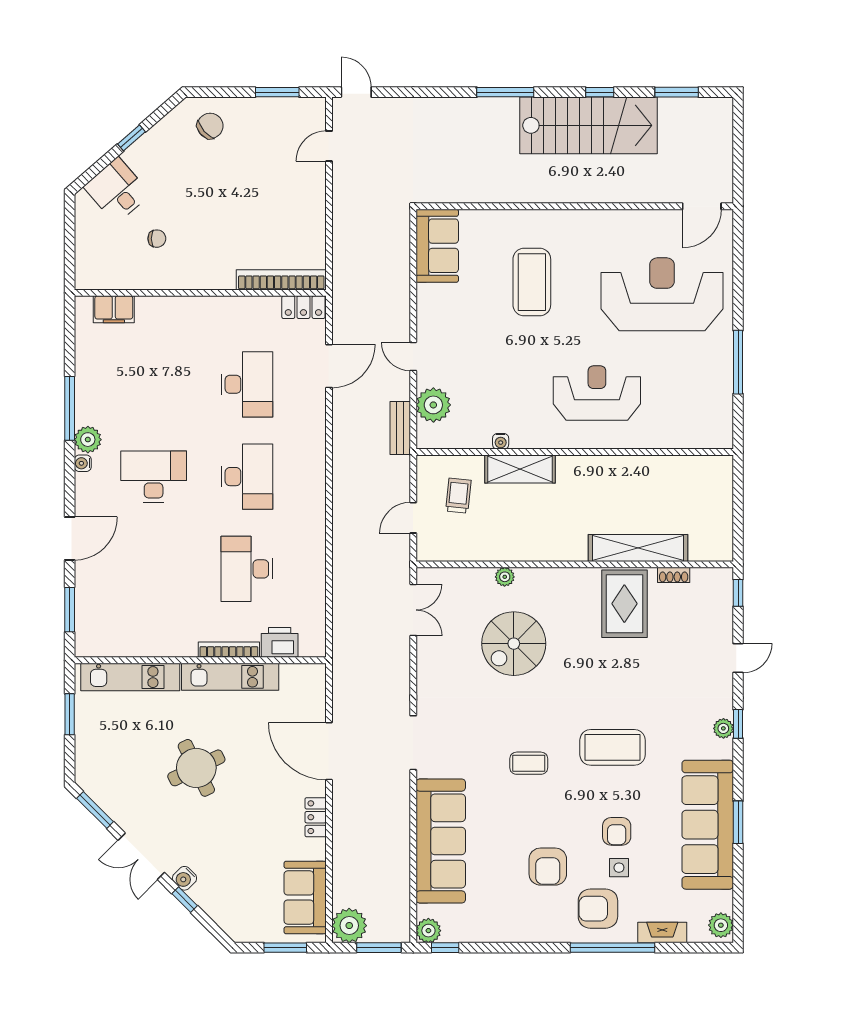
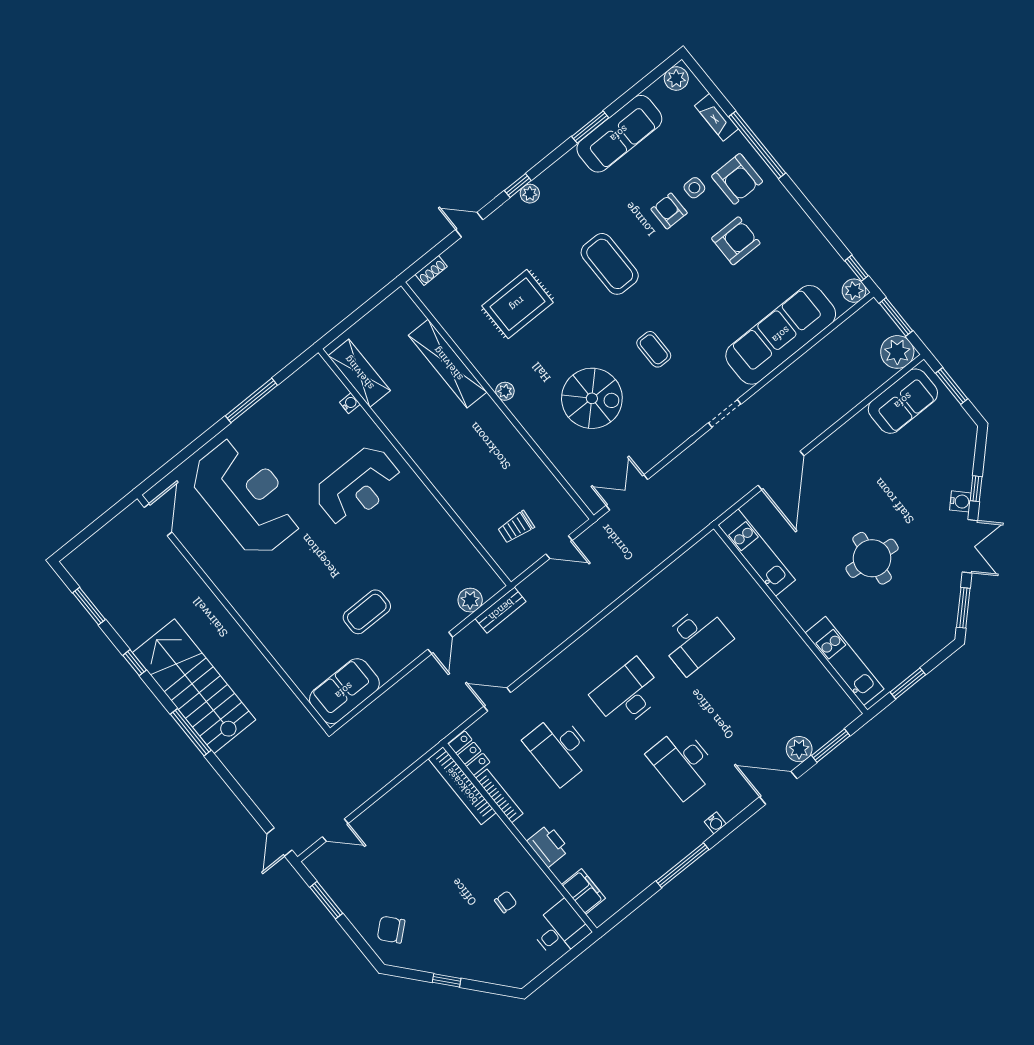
stairs: (589, 125) -> (194, 686), moved
desk: (117, 190) -> (560, 930), moved, turned -139
door: (702, 206) -> (158, 520), hinge flipped
chair: (157, 239) -> (506, 902), turned 93
coffee table: (532, 282) -> (367, 612), moved, width x0.73, depth x0.76
reception desk: (662, 294) -> (247, 497), turned 180
door: (329, 366) -> (497, 699), width x0.73
desk: (247, 384) -> (560, 749), turned -90
reception desk: (597, 393) -> (358, 486), turned -90
plant: (433, 405) -> (470, 600), width x0.73, depth x0.73
plant: (88, 440) -> (799, 749), moved
water cooler: (501, 441) -> (350, 403), moved
shelving: (520, 469) -> (359, 373), moved
shoe rack: (674, 575) -> (431, 270), moved, turned 90
plant: (505, 577) -> (505, 391), moved
window: (738, 593) -> (421, 263), removed
rug: (624, 604) -> (517, 304), moved
printer: (280, 642) -> (548, 846), moved, turned 180
bookcase: (229, 650) -> (499, 796), moved, turned 180
kitchen unit: (230, 677) -> (757, 553), moved
doorway: (413, 743) -> (725, 414), width x0.73
coffee table: (529, 763) -> (654, 349), moved
round table: (196, 768) -> (872, 558), turned 33
locker: (316, 817) -> (837, 441), removed
sofa: (708, 825) -> (619, 134), width x0.74, depth x0.79
armchair: (617, 831) -> (669, 211), turned -90

